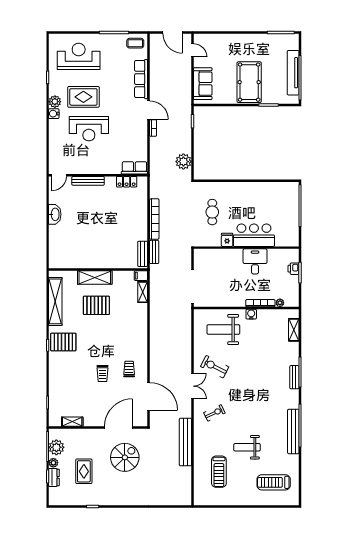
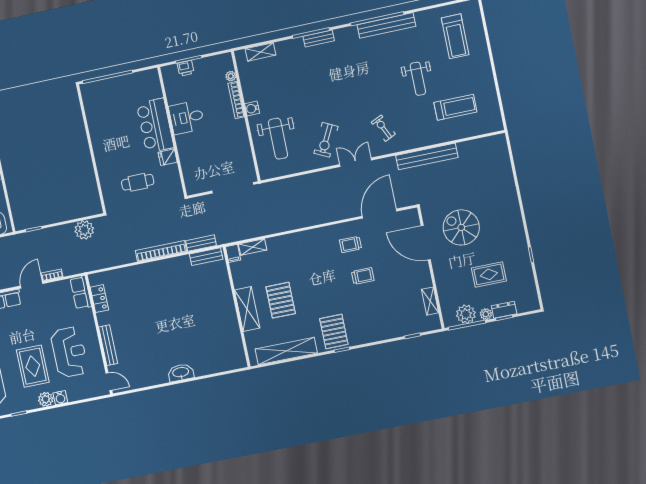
row of seats: (134, 168) -> (81, 293), moved
door: (59, 175) -> (109, 382), moved
wall: (98, 175) -> (99, 335), moved
bench: (88, 181) -> (108, 345), moved
locker: (127, 182) -> (99, 299), moved

